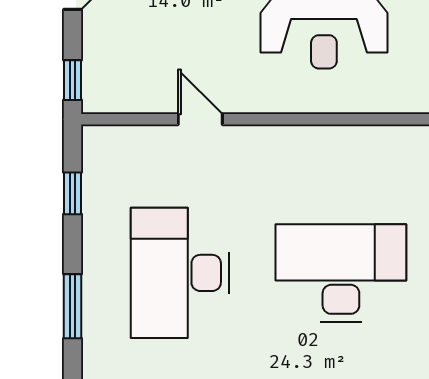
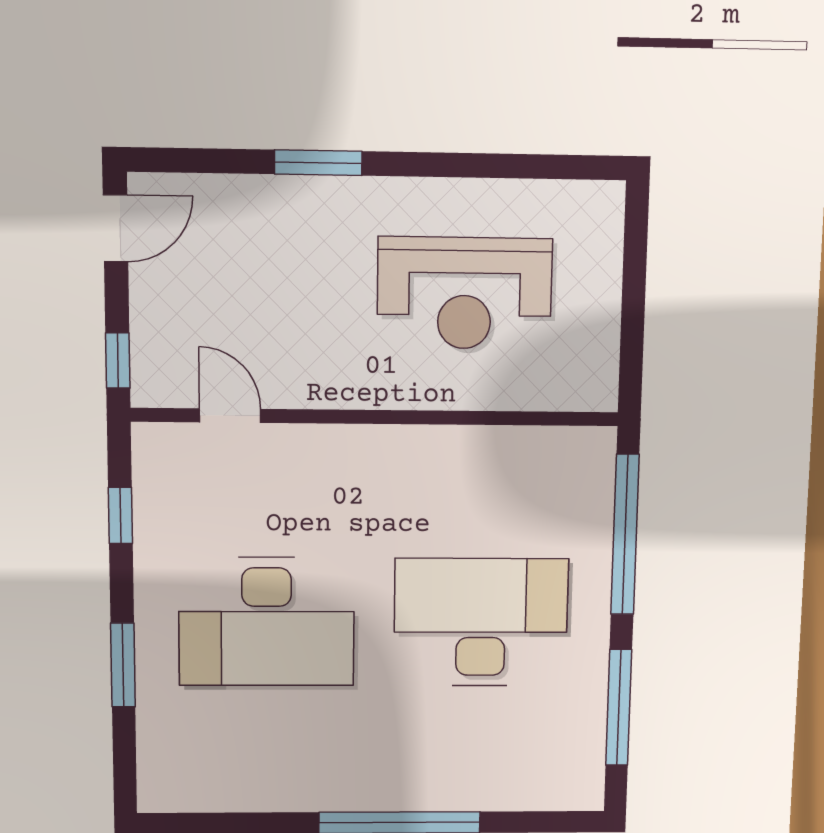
door: (200, 119) -> (230, 416), moved
desk: (180, 273) -> (267, 622), turned -90

